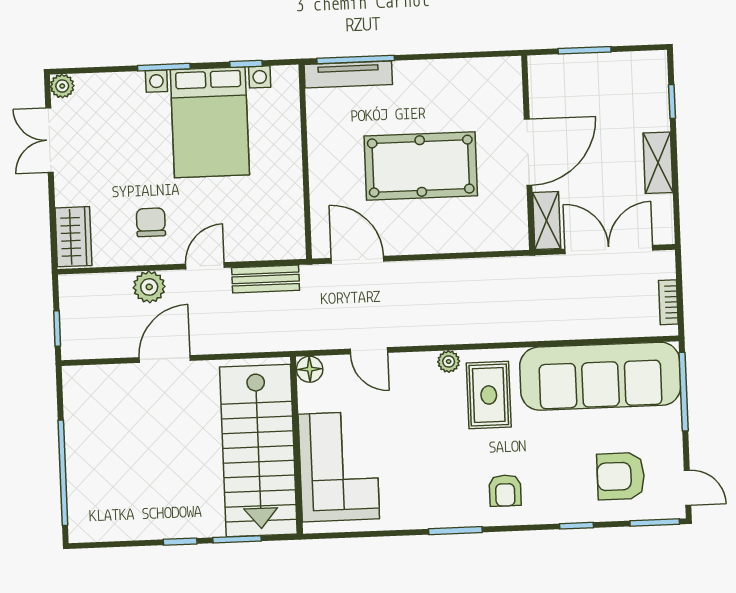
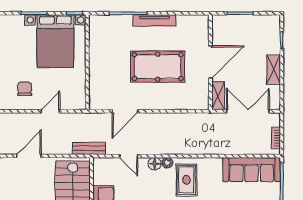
tv unit: (348, 74) -> (154, 20), moved
wall: (305, 162) -> (87, 62), moved
door: (357, 260) -> (125, 111), swing flipped
bench: (266, 279) -> (89, 148), moved
plant: (149, 287) -> (23, 120), removed
floor lamp: (310, 369) -> (155, 164), moved
sofa: (600, 376) -> (252, 170), width x0.74, depth x0.79

